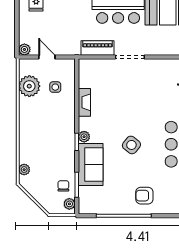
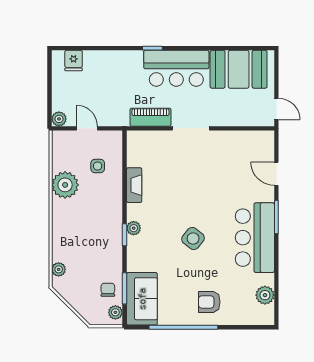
plant: (29, 86) -> (65, 185), moved
sofa: (91, 164) -> (142, 299), moved

